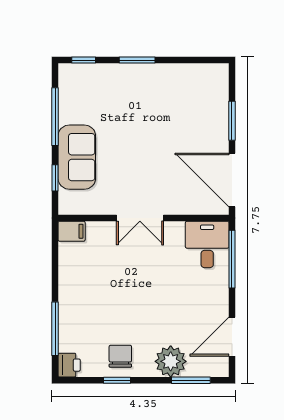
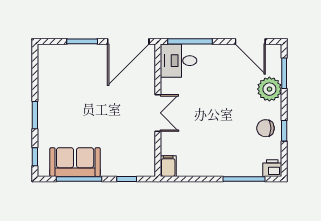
sofa: (77, 157) -> (75, 162), moved

